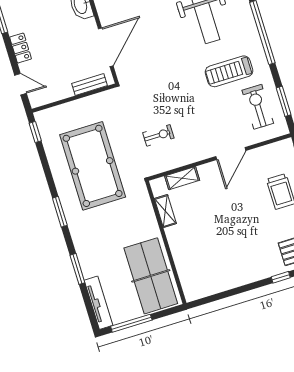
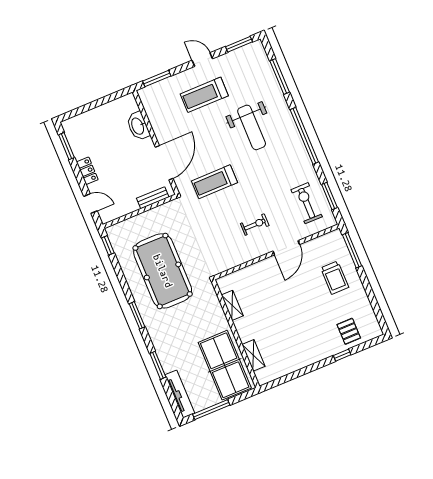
treadmill: (229, 71) -> (214, 182), moved
exercise bike: (158, 135) -> (255, 225), moved
shelving: (182, 178) -> (253, 355), moved, turned 90

